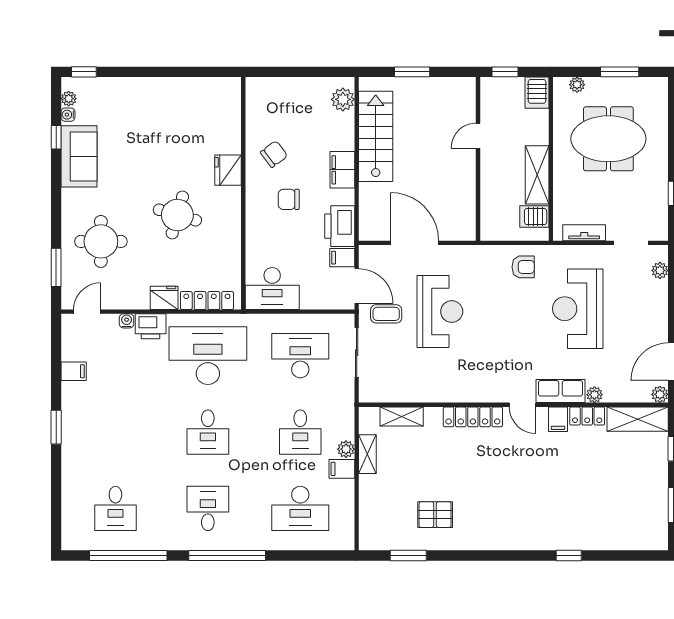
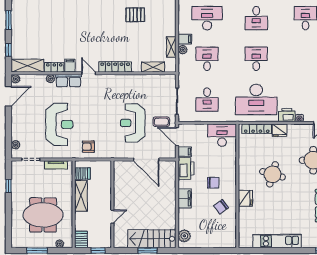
kitchen unit: (169, 90) -> (277, 241), added
stairs: (376, 136) -> (152, 239), moved, turned 90
desk: (300, 356) -> (207, 99), width x0.73

